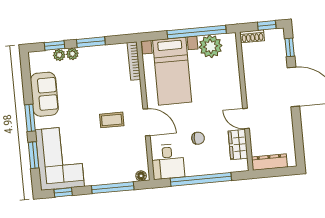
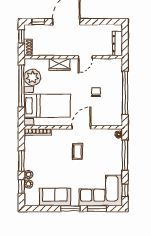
wardrobe: (238, 145) -> (60, 64), moved
desk: (168, 162) -> (110, 115), removed

